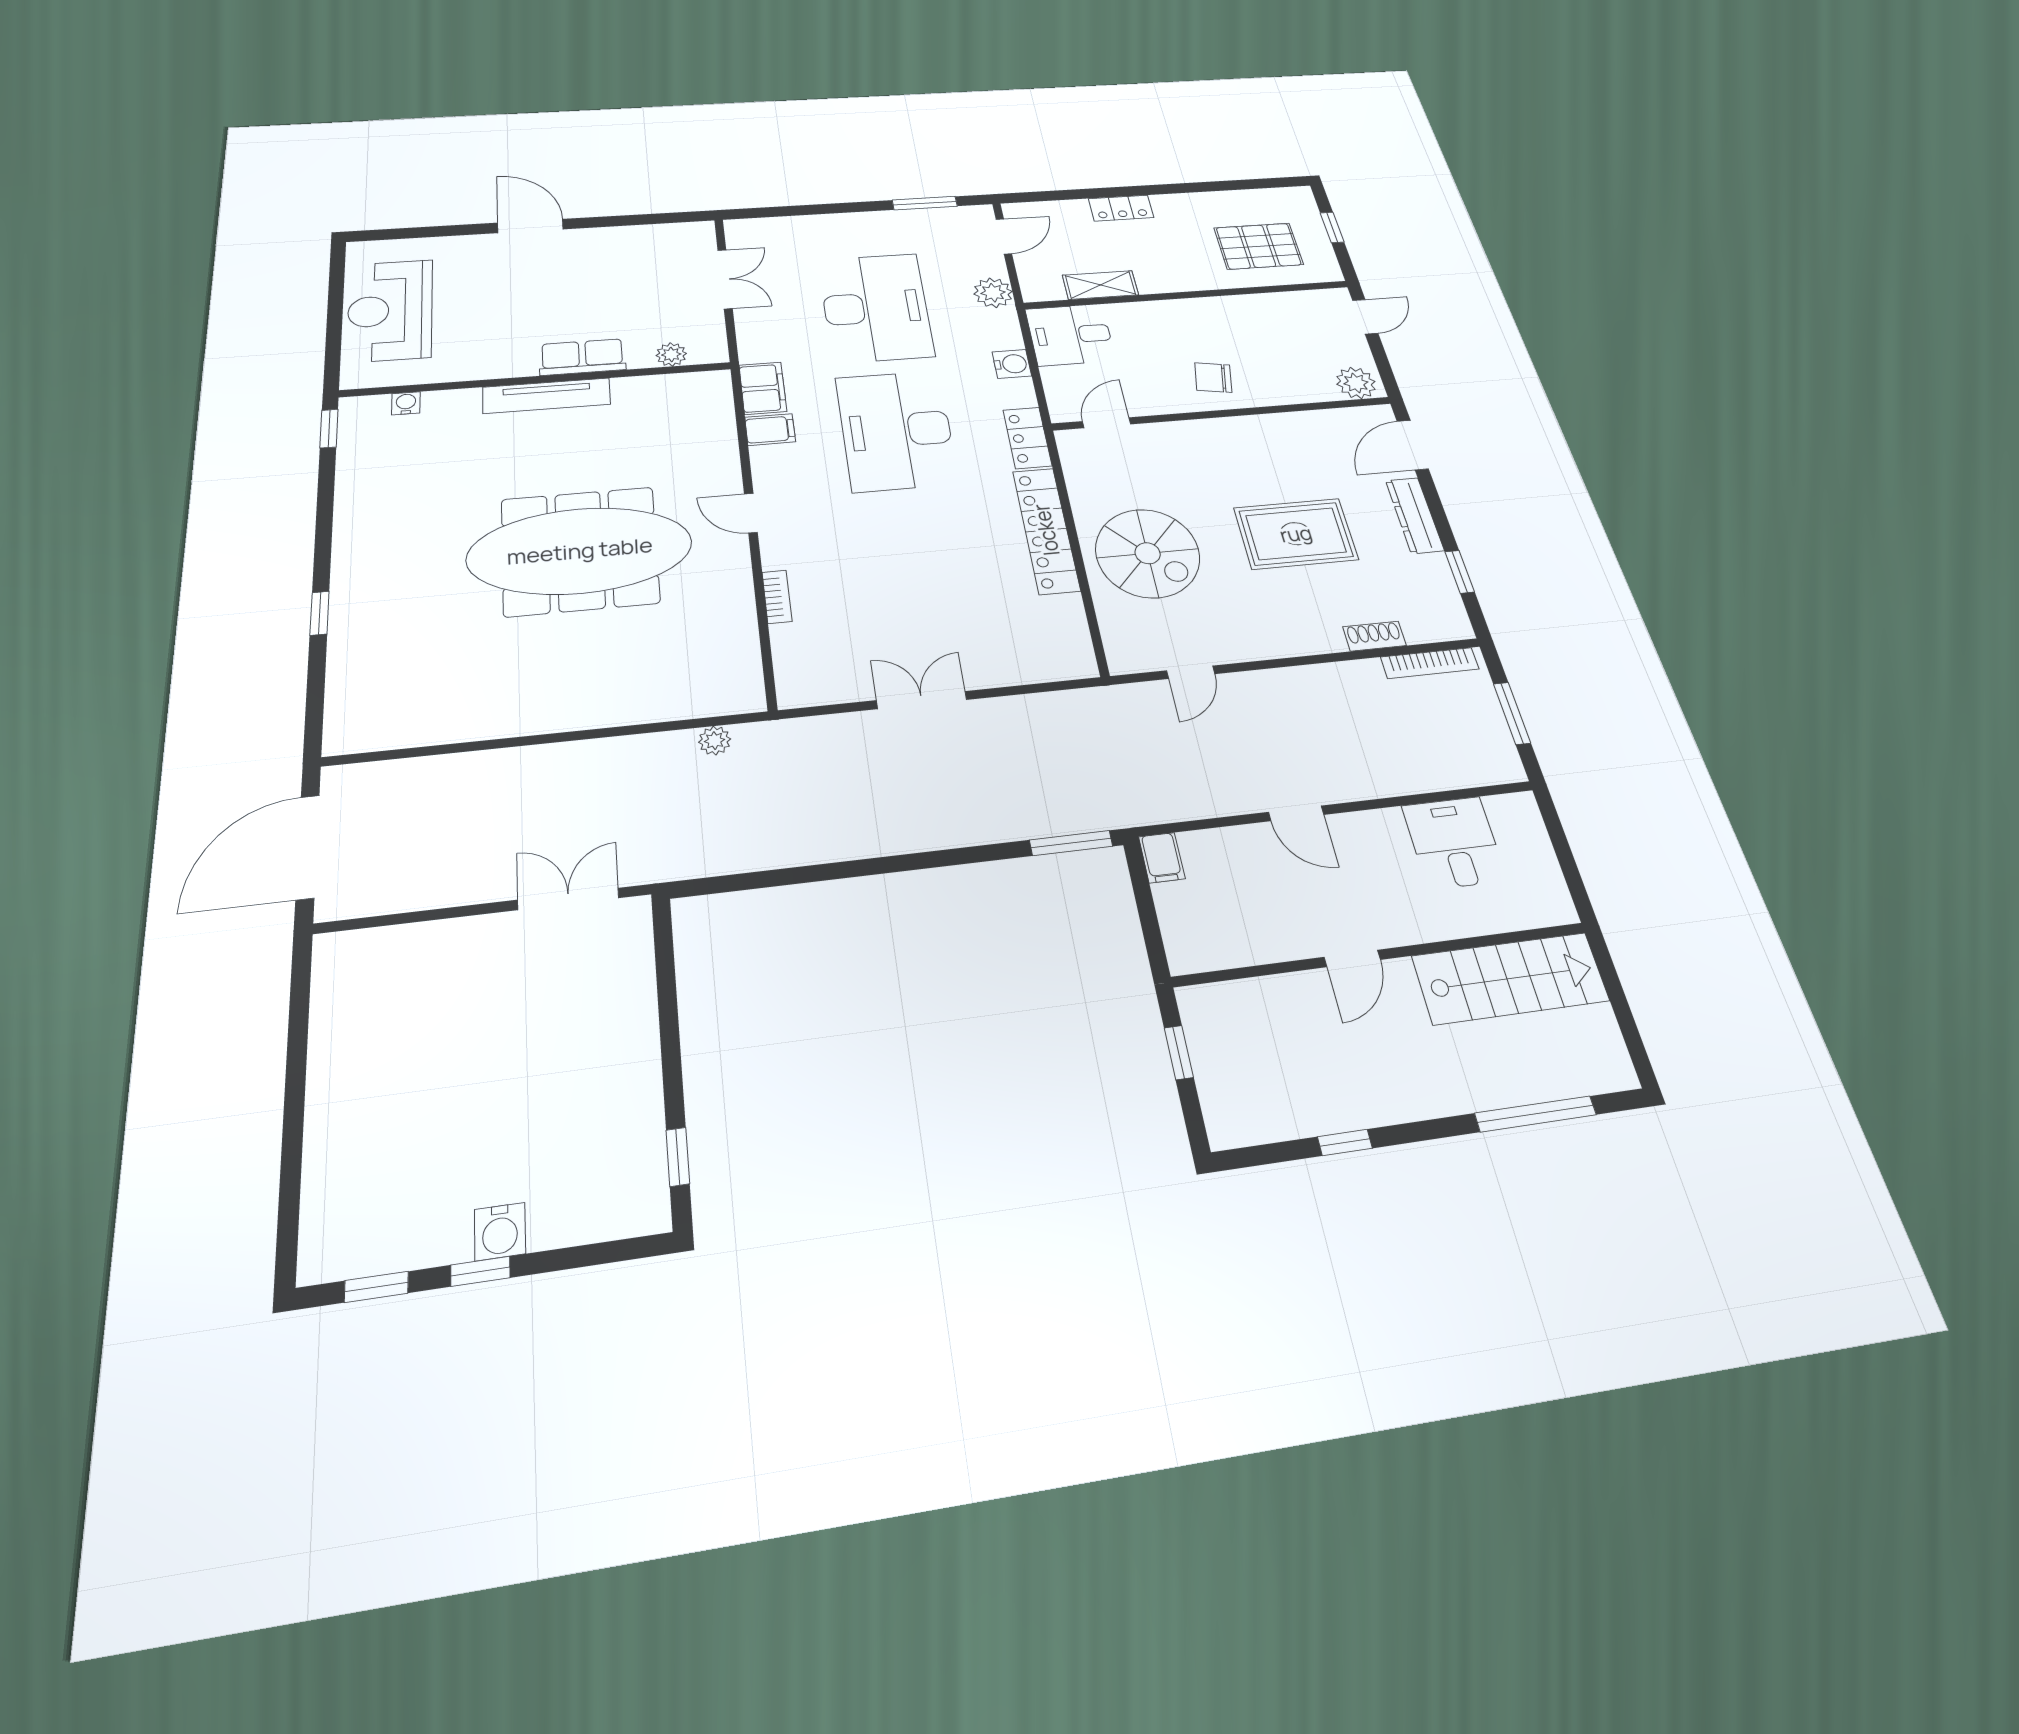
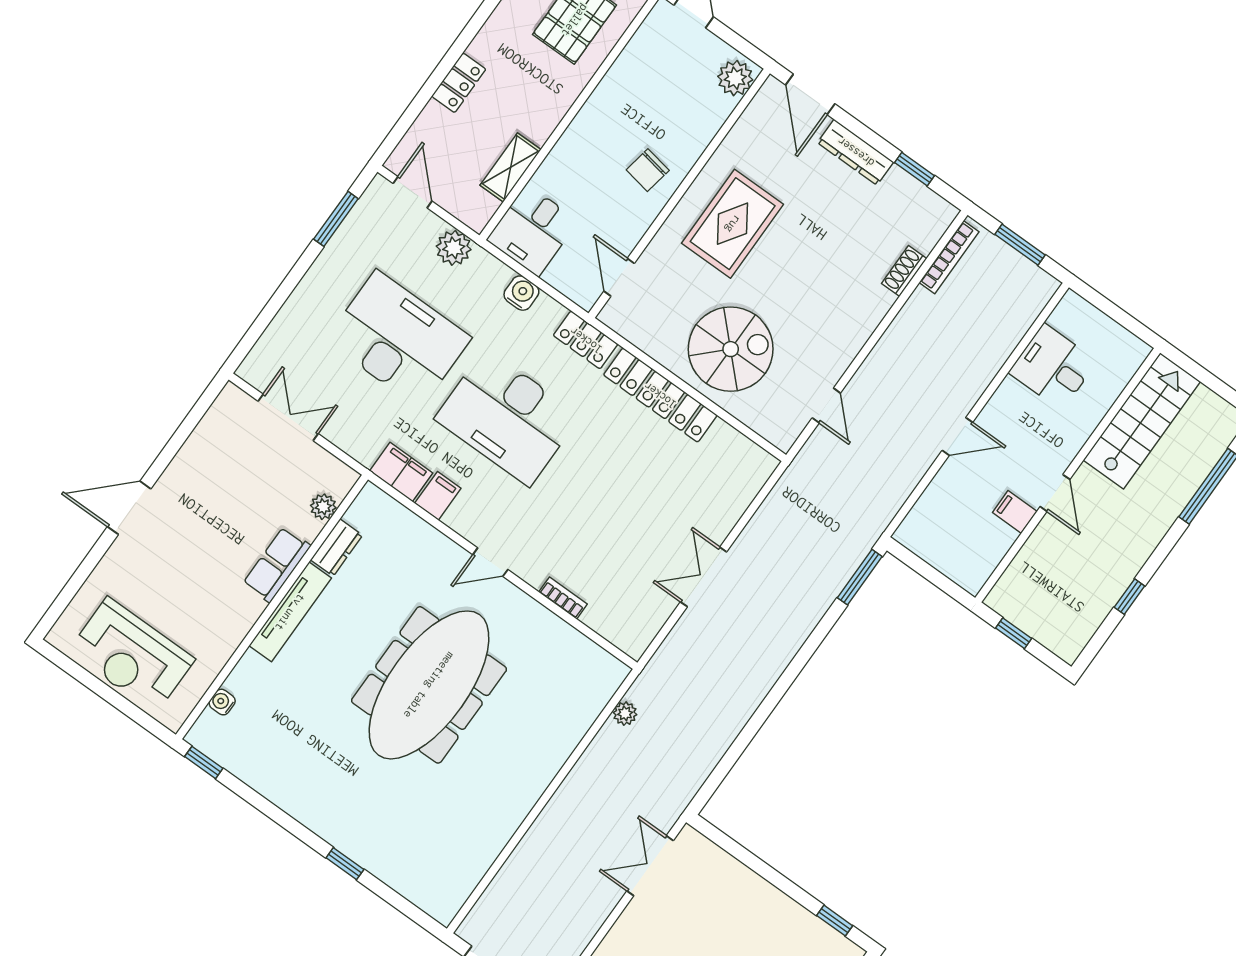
dresser: (643, 389) -> (337, 548), added
rug: (1296, 534) -> (733, 224), moved
filing cabinet: (1162, 858) -> (1015, 512), moved, turned 180

